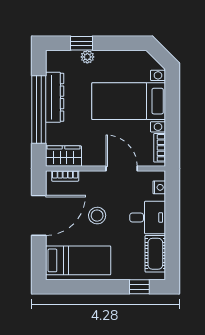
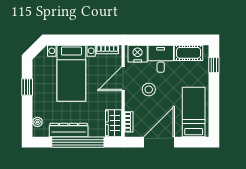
window: (81, 43) -> (27, 87), moved
plant: (87, 57) -> (37, 122), moved
nightstand: (159, 187) -> (138, 54), width x1.89, depth x1.79
door: (39, 215) -> (159, 142), hinge flipped
stool: (97, 216) -> (149, 89), moved

